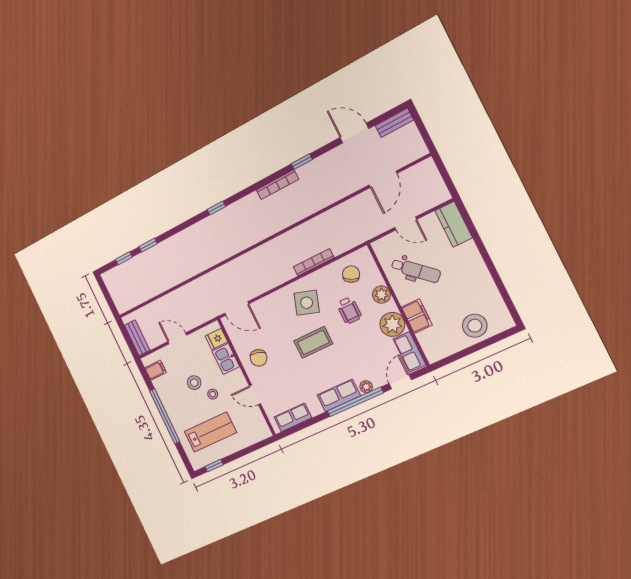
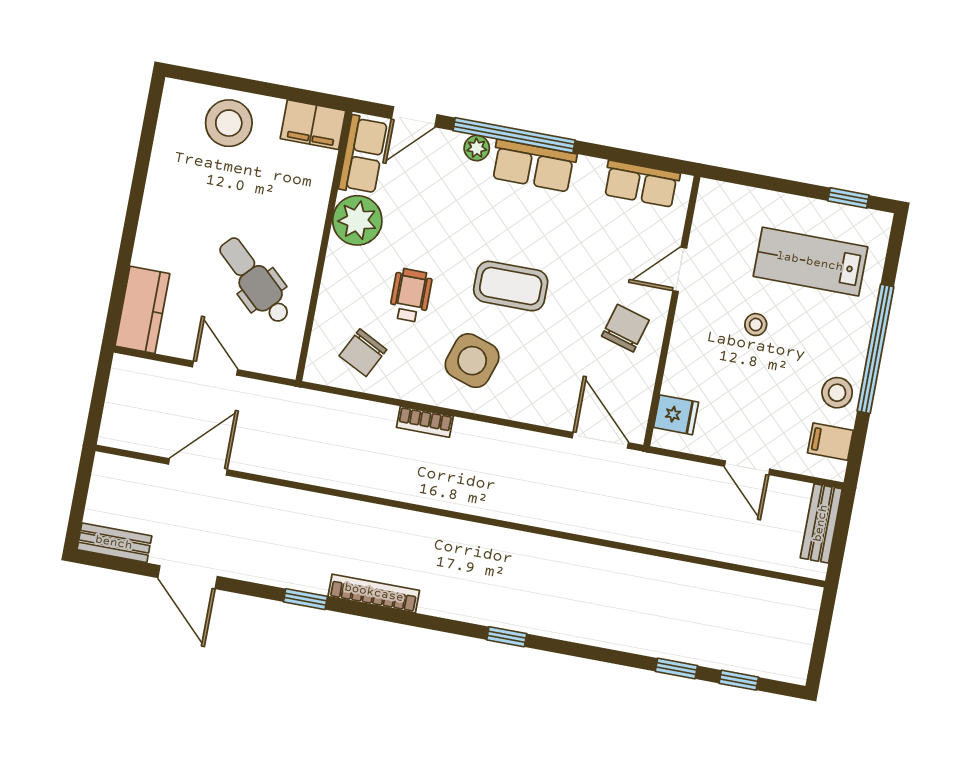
bookcase: (314, 262) -> (425, 422), width x0.64
plant: (381, 295) -> (339, 282), removed
filing cabinet: (417, 316) -> (313, 125), moved, turned -90
kitchen sink: (226, 359) -> (685, 368), removed
stool: (194, 383) -> (837, 393), moved
door: (255, 395) -> (680, 269), swing flipped

